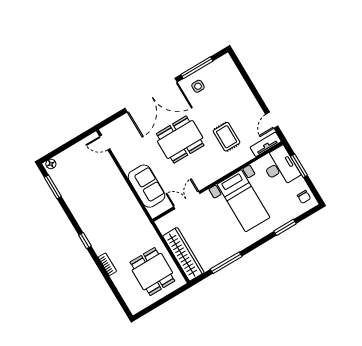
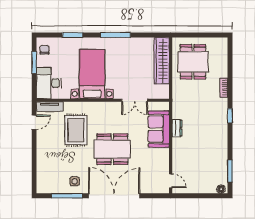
rug: (227, 137) -> (76, 130), width x1.36, depth x1.43
window: (299, 166) -> (34, 63), moved
dresser: (129, 198) -> (177, 128), added
window: (226, 263) -> (115, 35), moved

